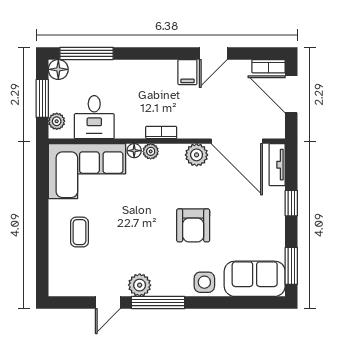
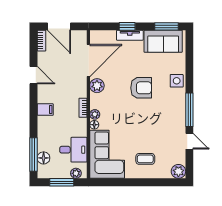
floor lamp: (58, 69) -> (44, 158), moved
filing cabinet: (187, 72) -> (45, 110), moved
door: (291, 94) -> (59, 26), hinge flipped
tv unit: (277, 165) -> (130, 35), moved
sofa: (255, 279) -> (163, 41), moved, turned -90
plant: (140, 285) -> (178, 171), moved

